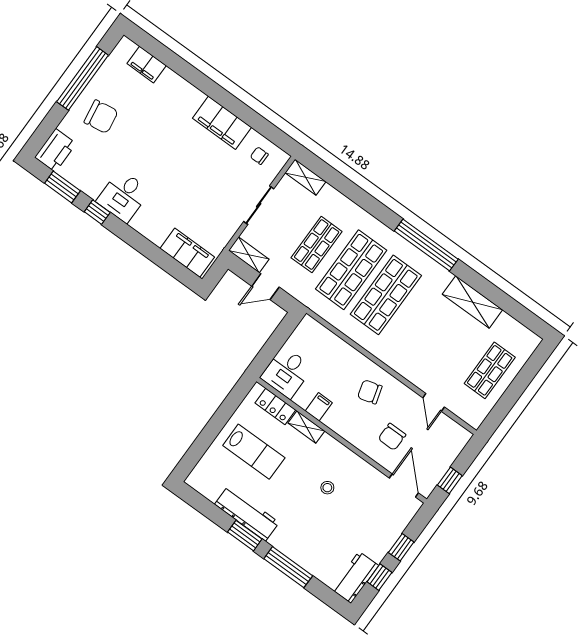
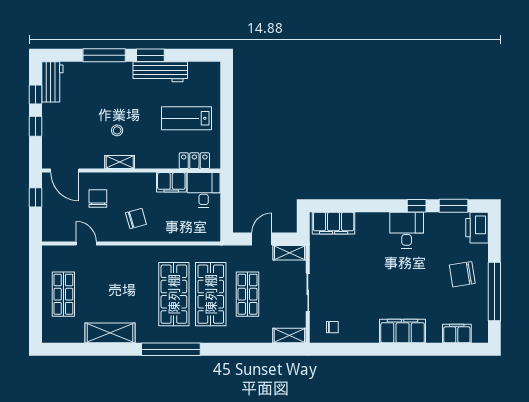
filing cabinet: (222, 123) -> (403, 331), moved
filing cabinet: (319, 407) -> (171, 182), width x2.00
shelving: (306, 427) -> (120, 162), moved

